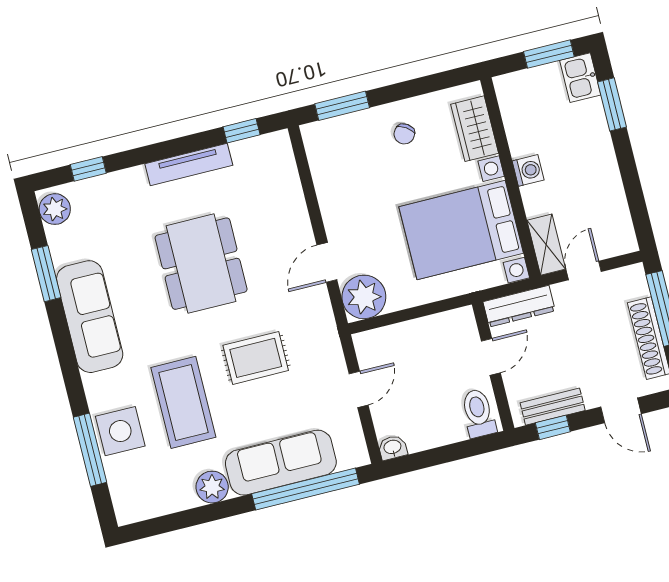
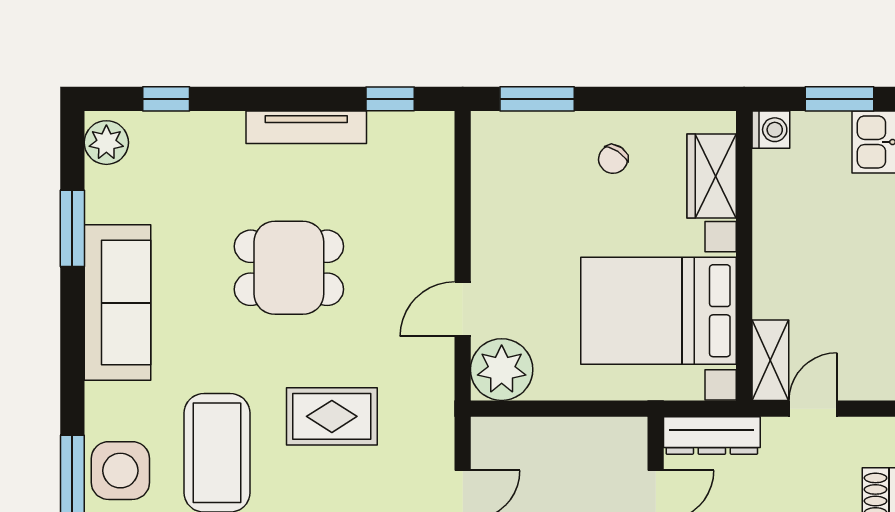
washing machine: (528, 170) -> (771, 130), moved
dining table: (201, 264) -> (289, 268), width x0.73

